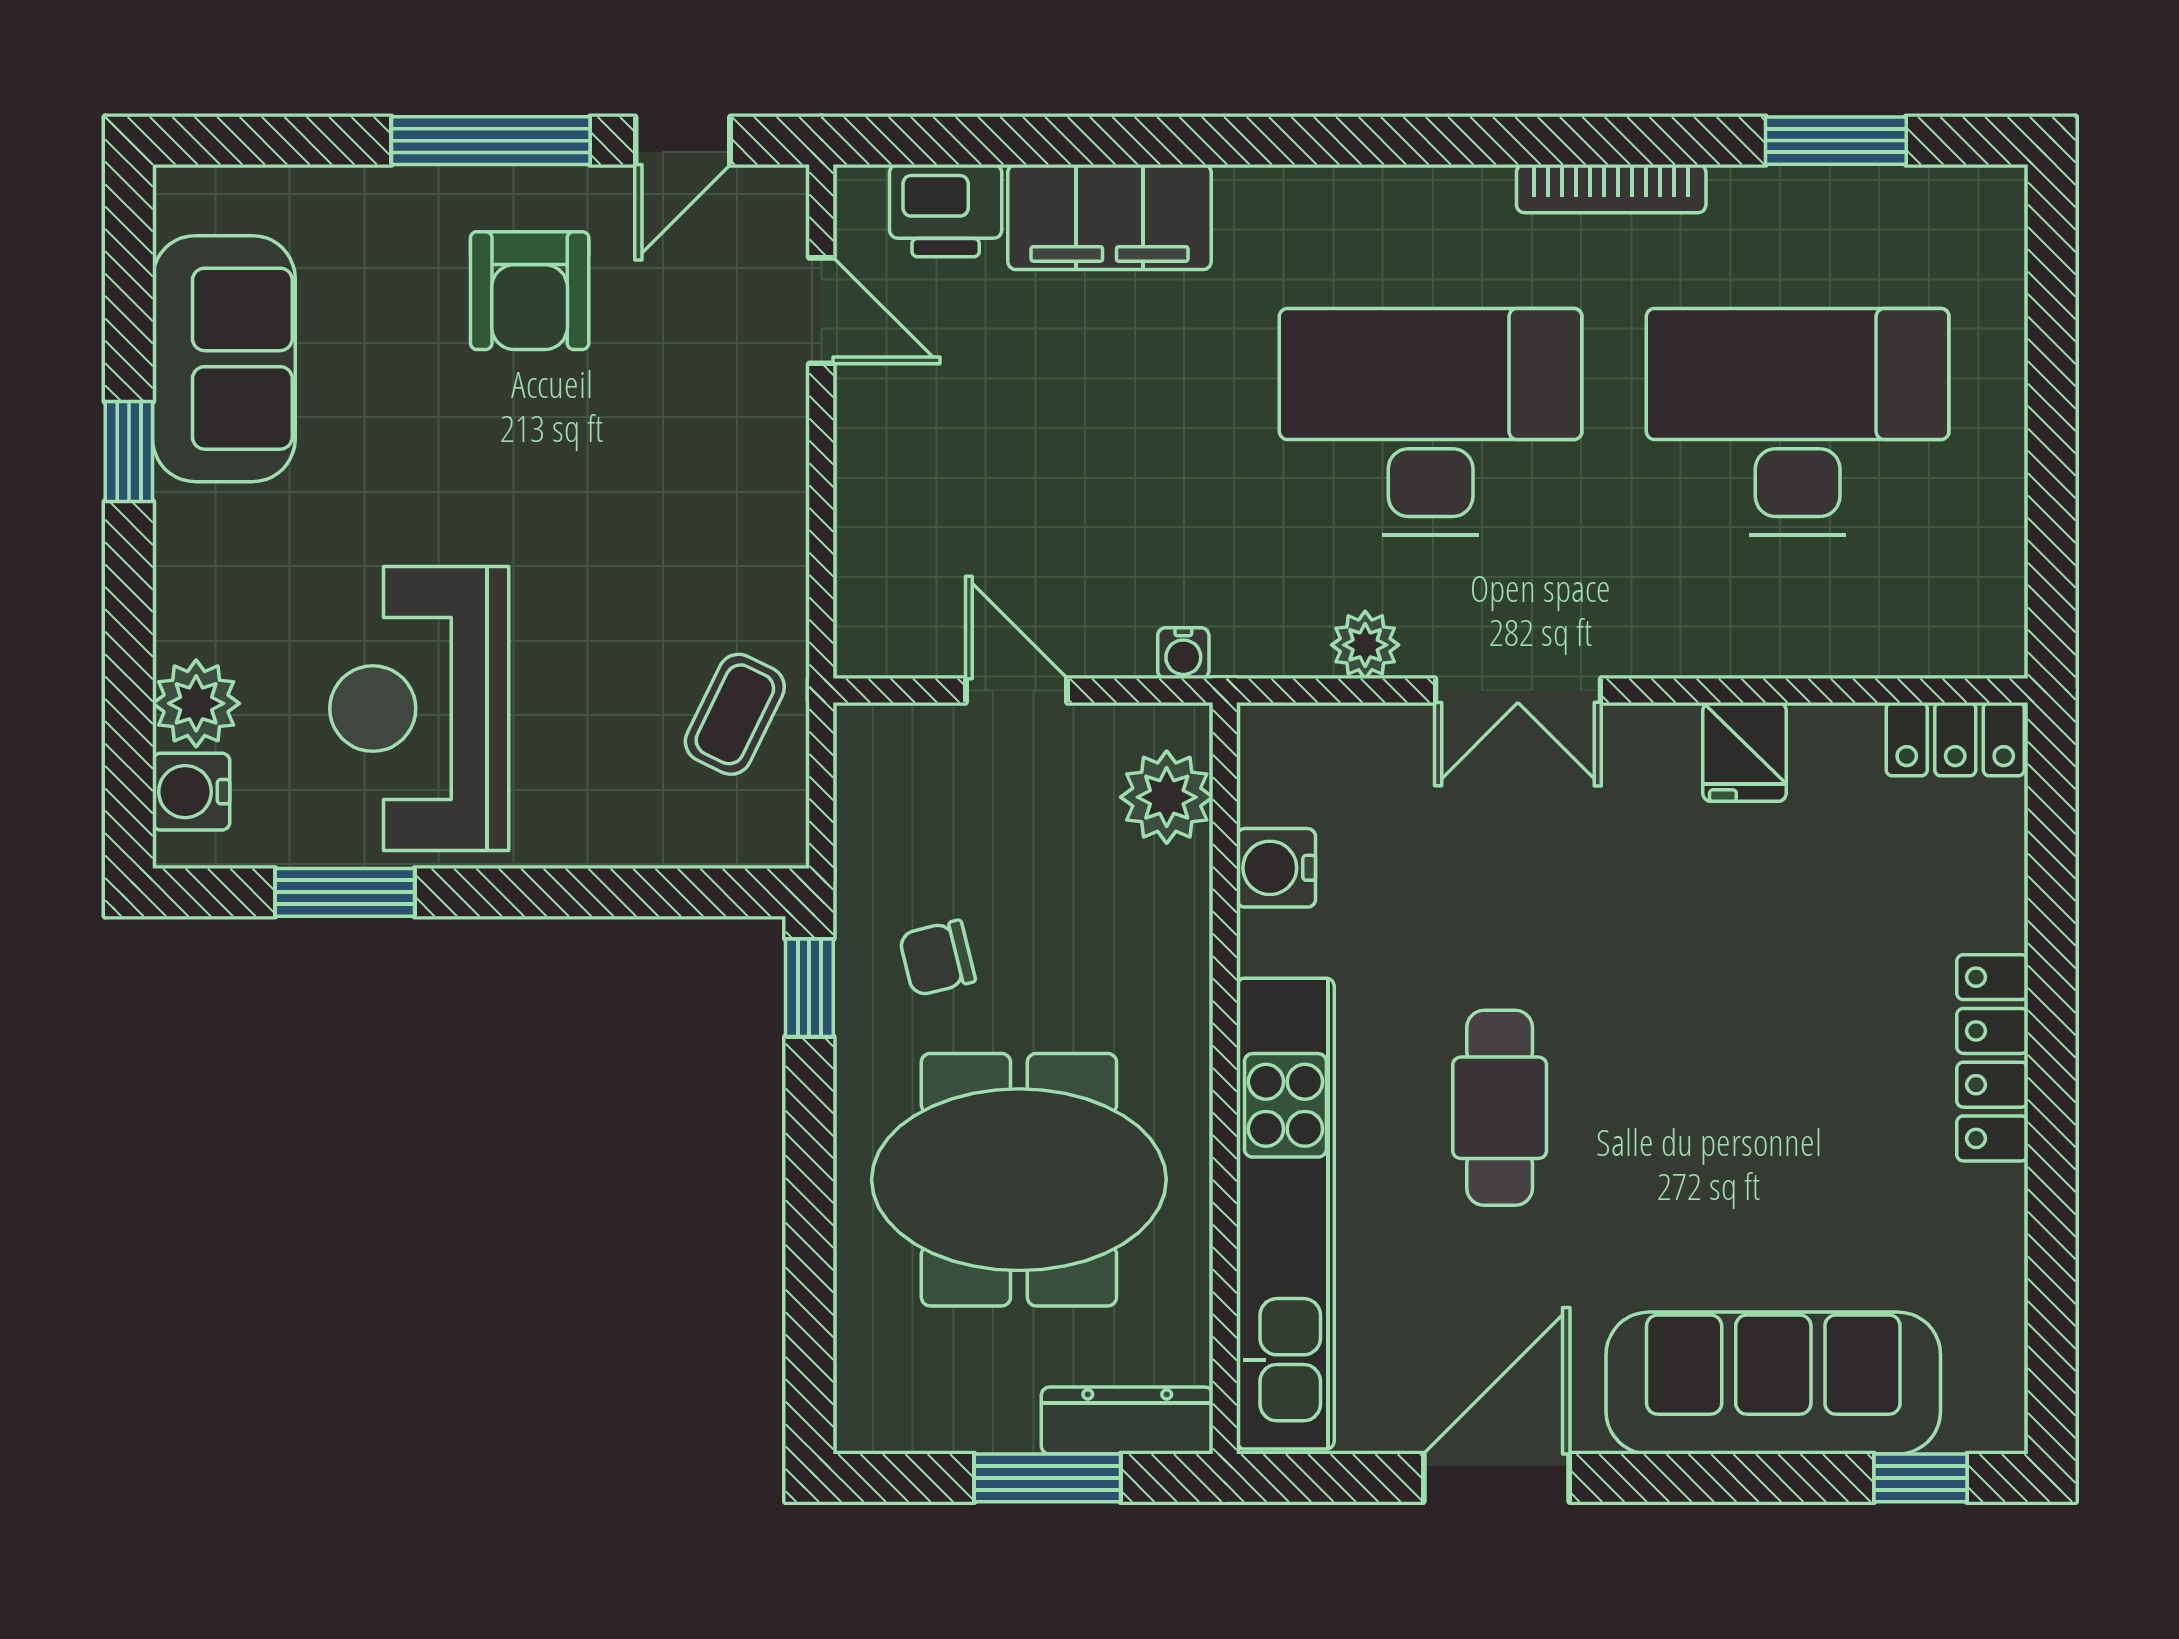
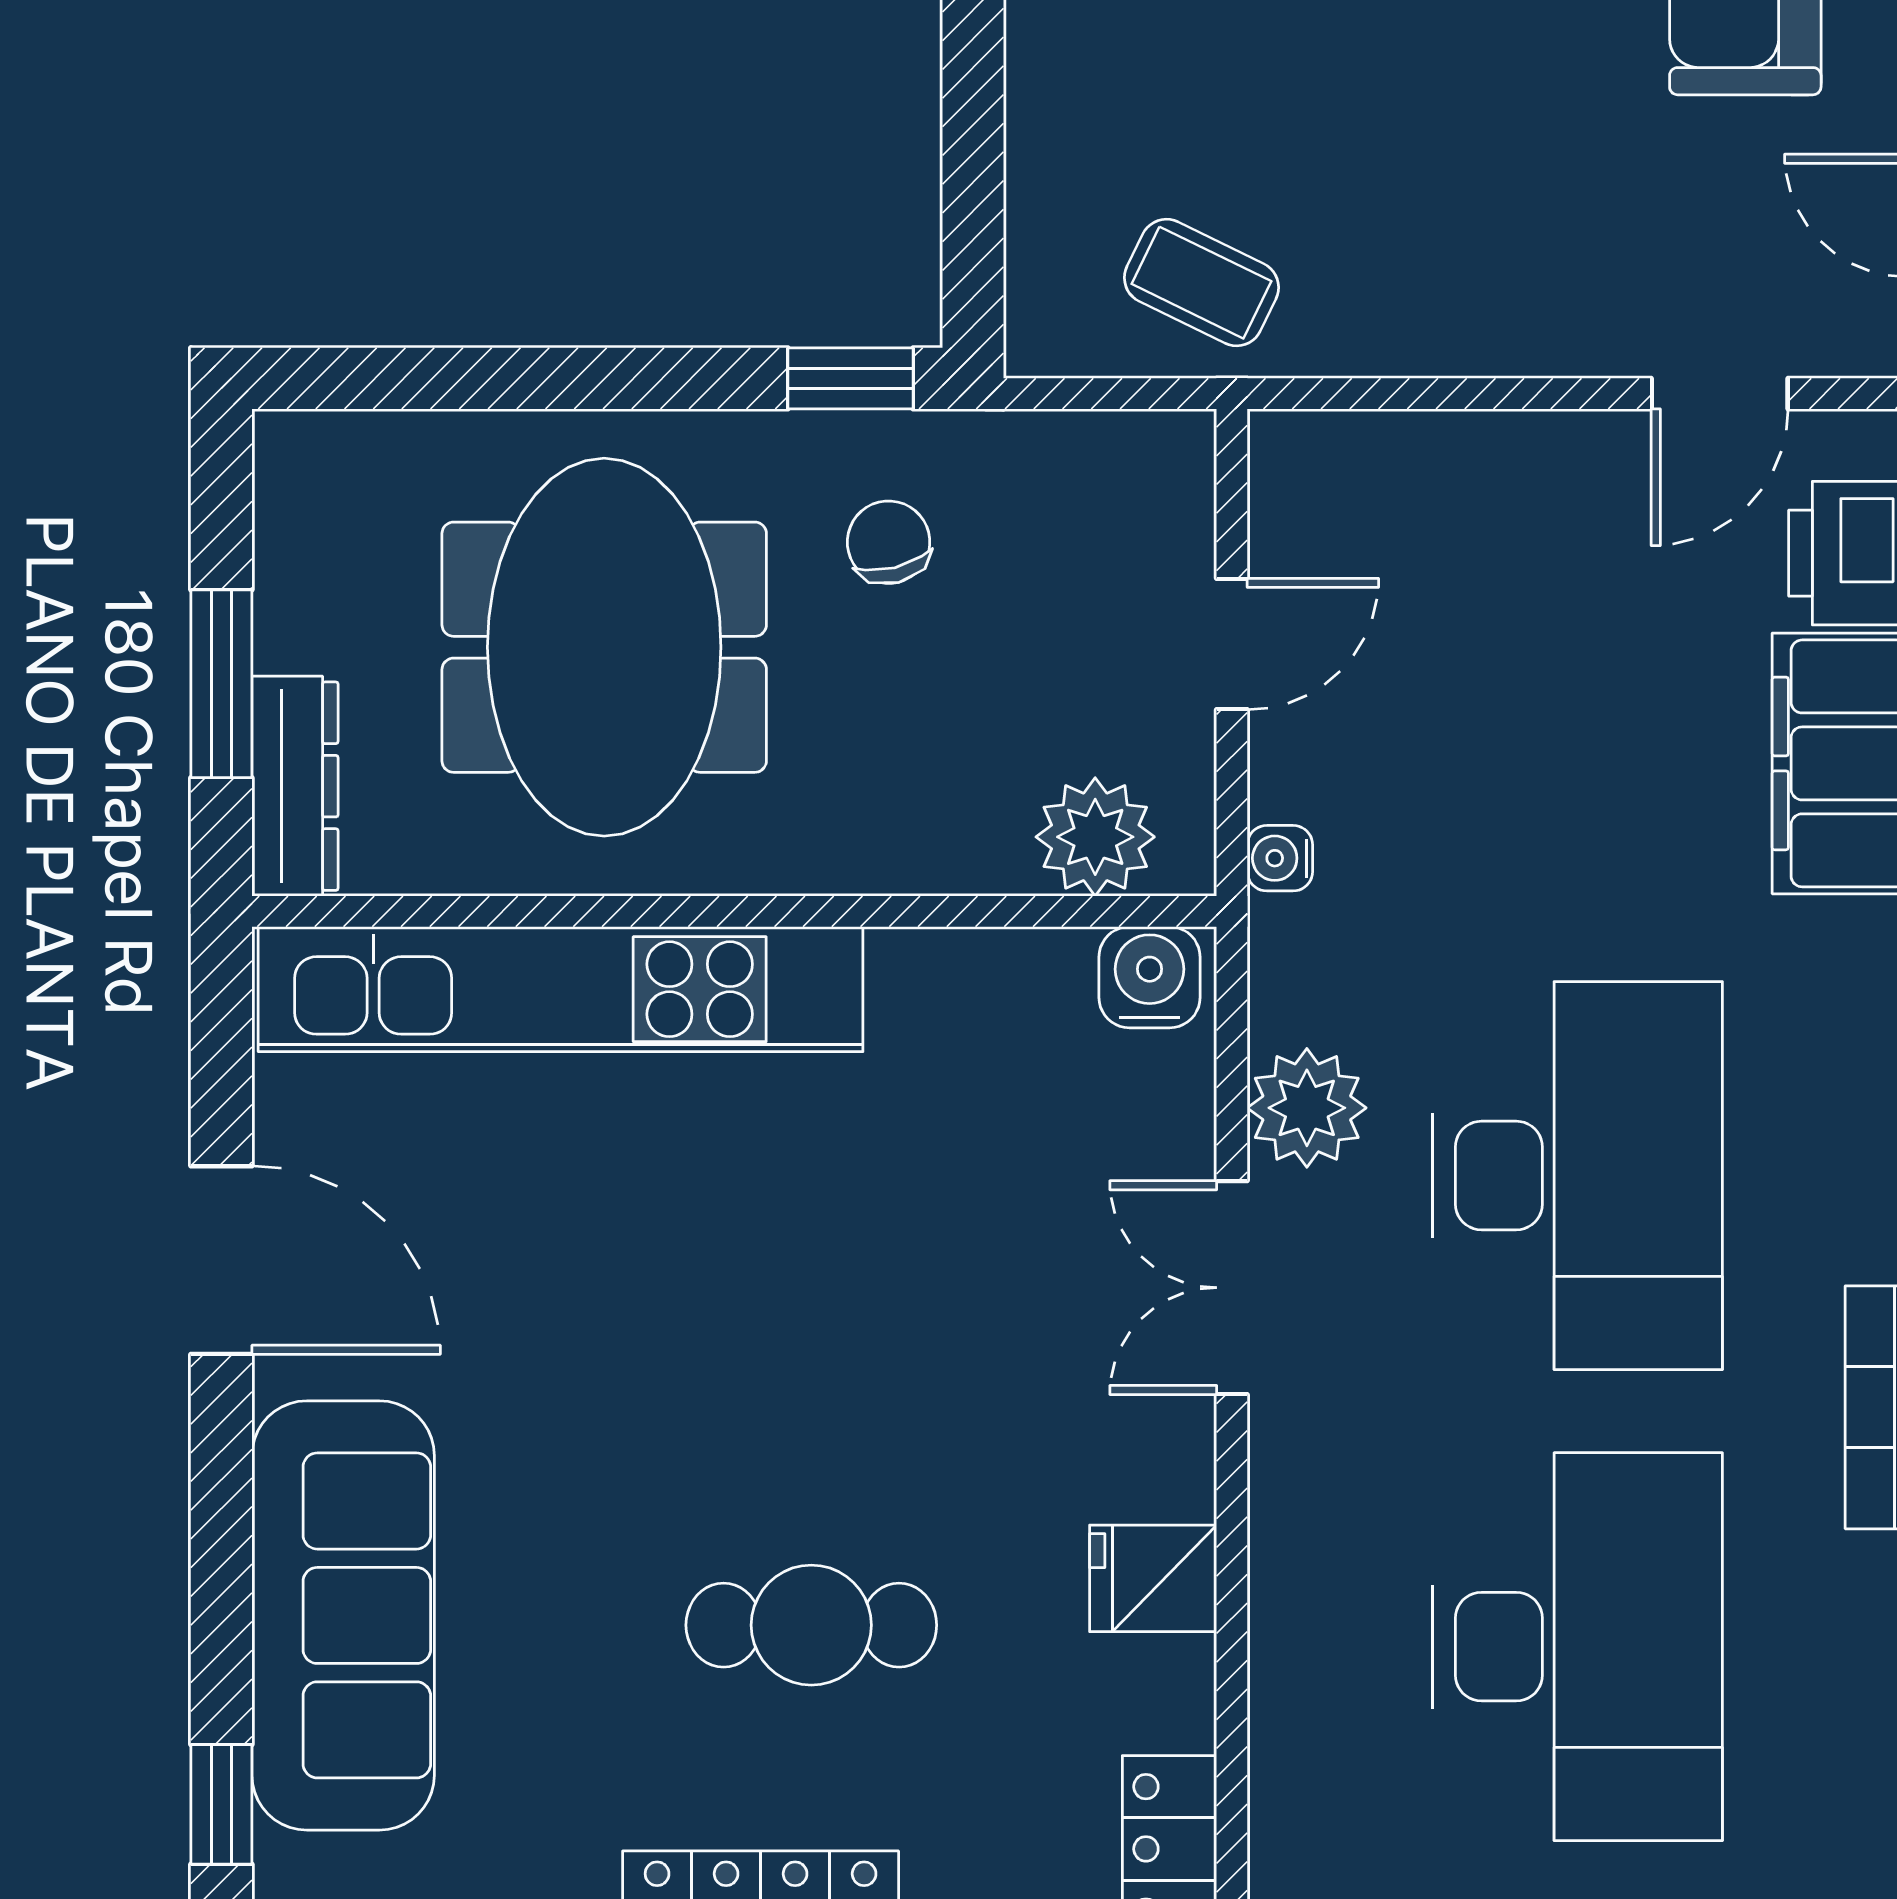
plant: (1365, 645) -> (1307, 1108), width x1.38, depth x1.38
water cooler: (1276, 868) -> (1150, 977), moved
cafe table: (1500, 1108) -> (811, 1625), moved

